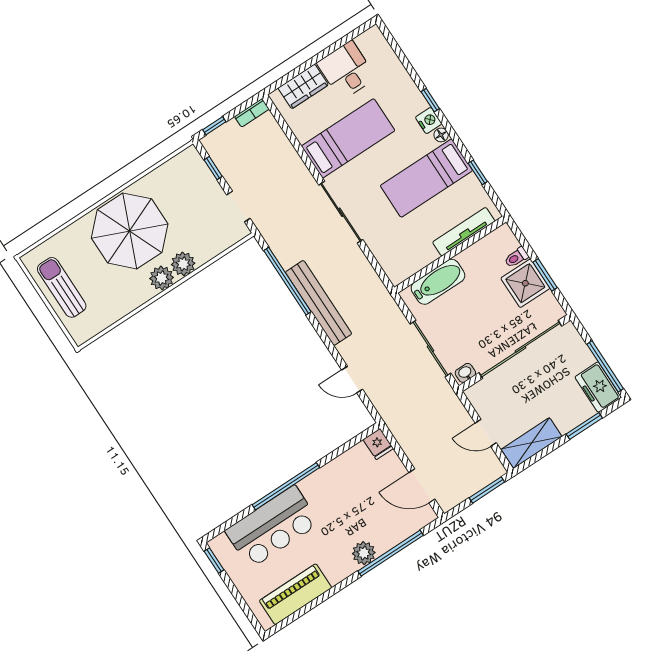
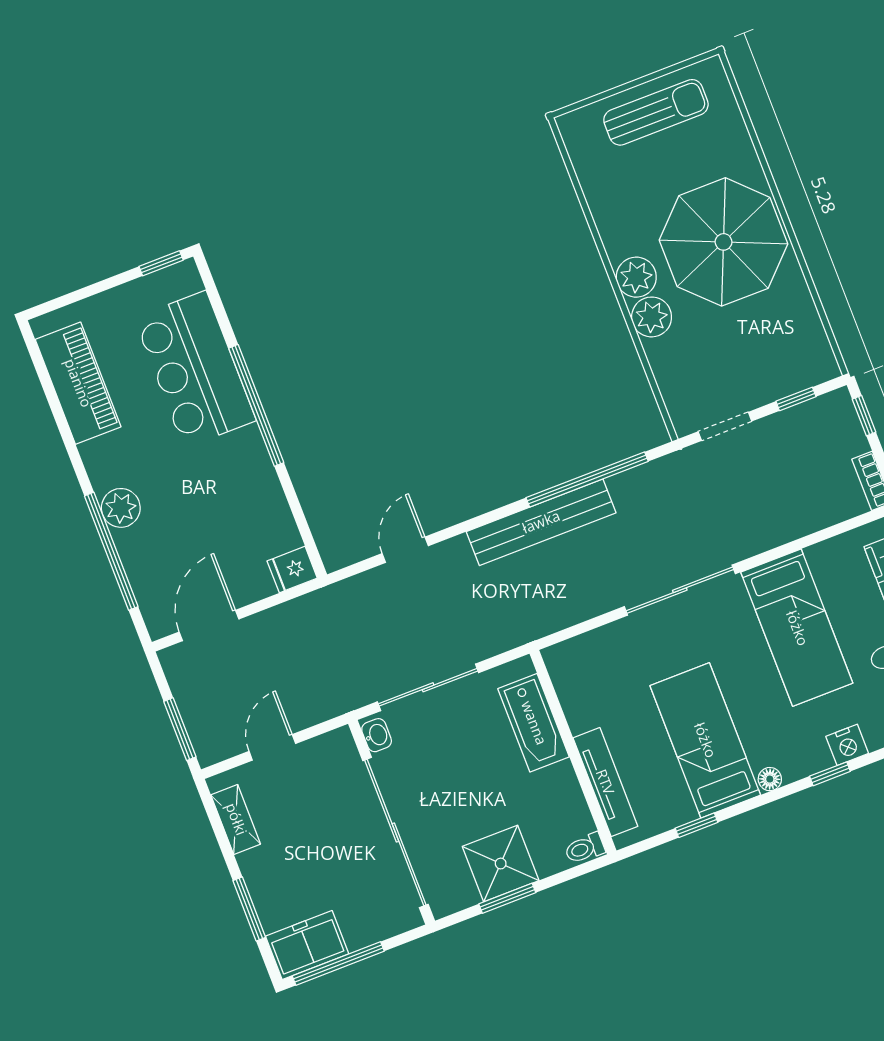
nightstand: (429, 121) -> (847, 745), moved
toilet: (516, 257) -> (585, 848), moved, turned -90
shelving: (532, 443) -> (236, 819), width x0.67, depth x0.75

